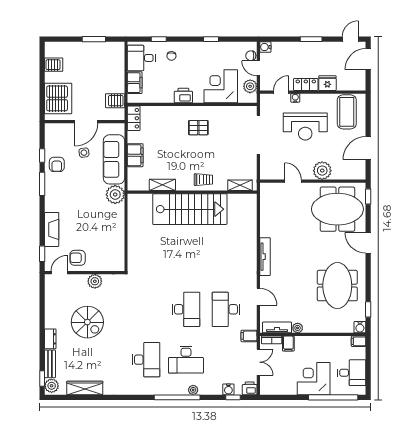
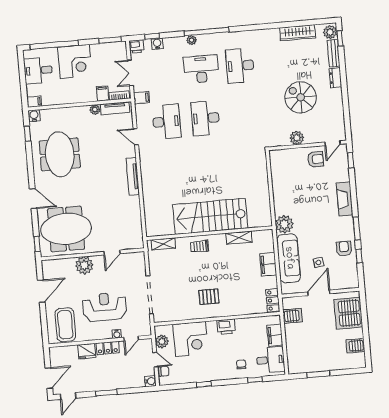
door: (293, 181) -> (112, 253), hinge flipped
fireplace: (52, 229) -> (345, 199), moved
window: (276, 397) -> (110, 40), added

